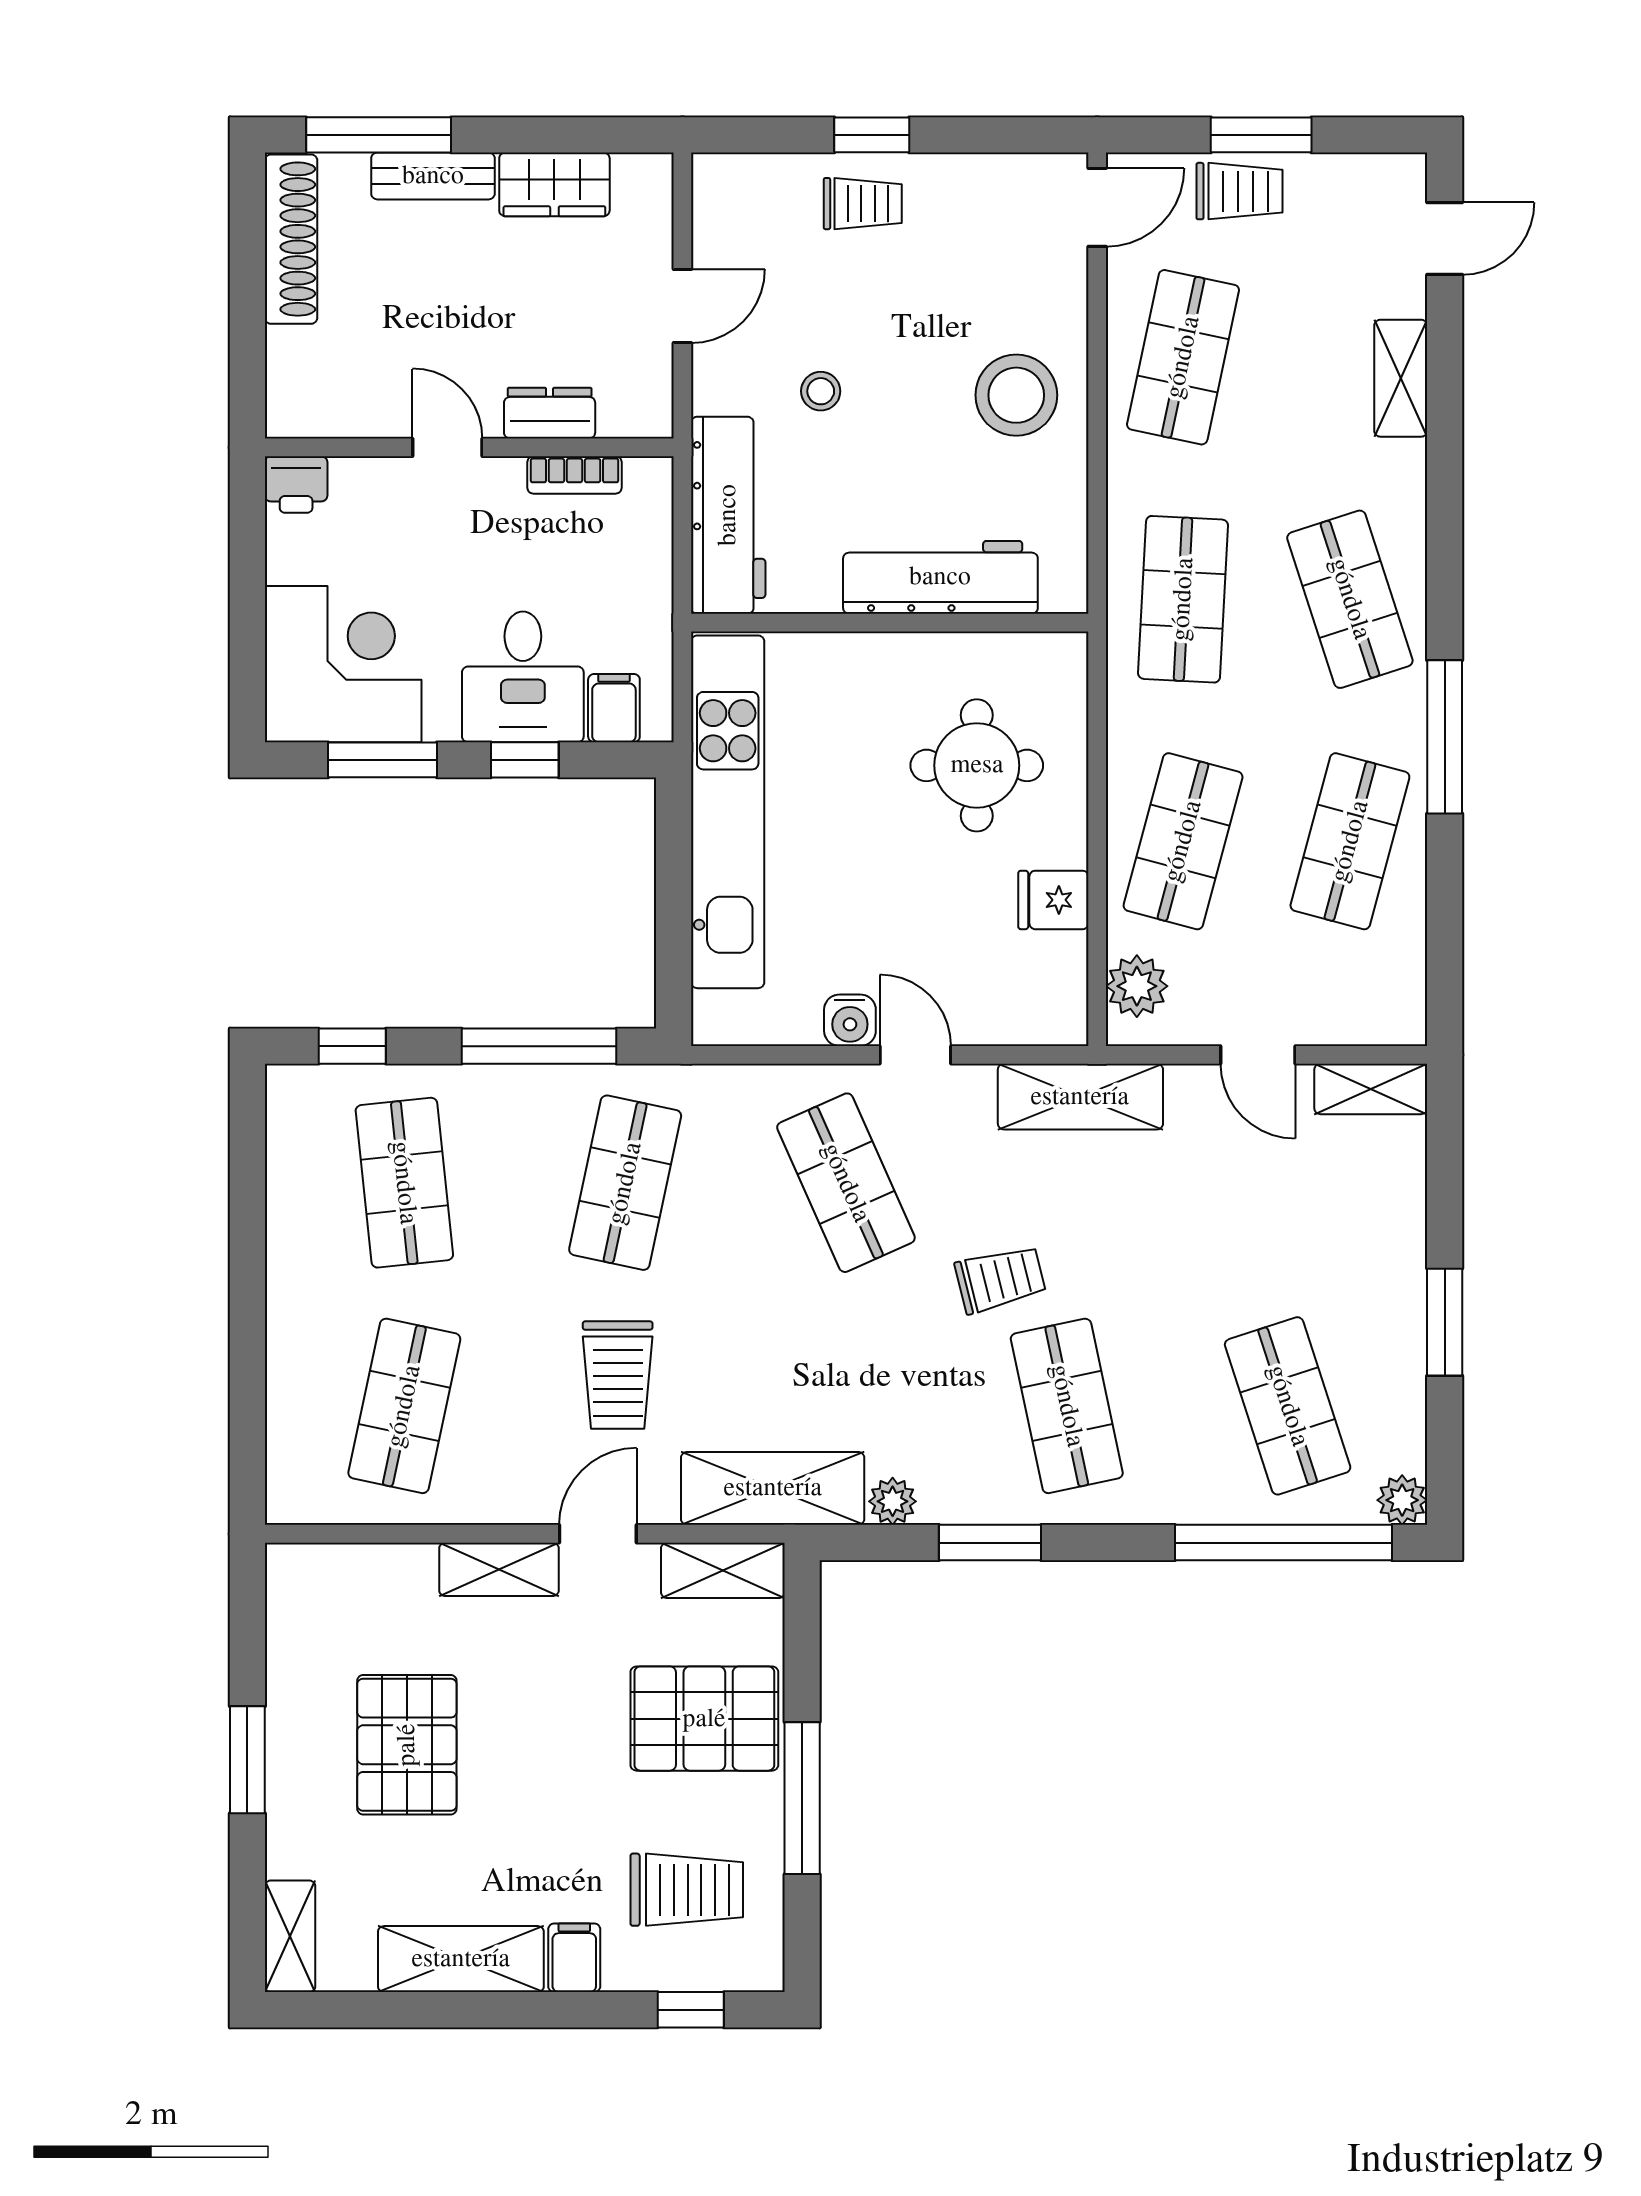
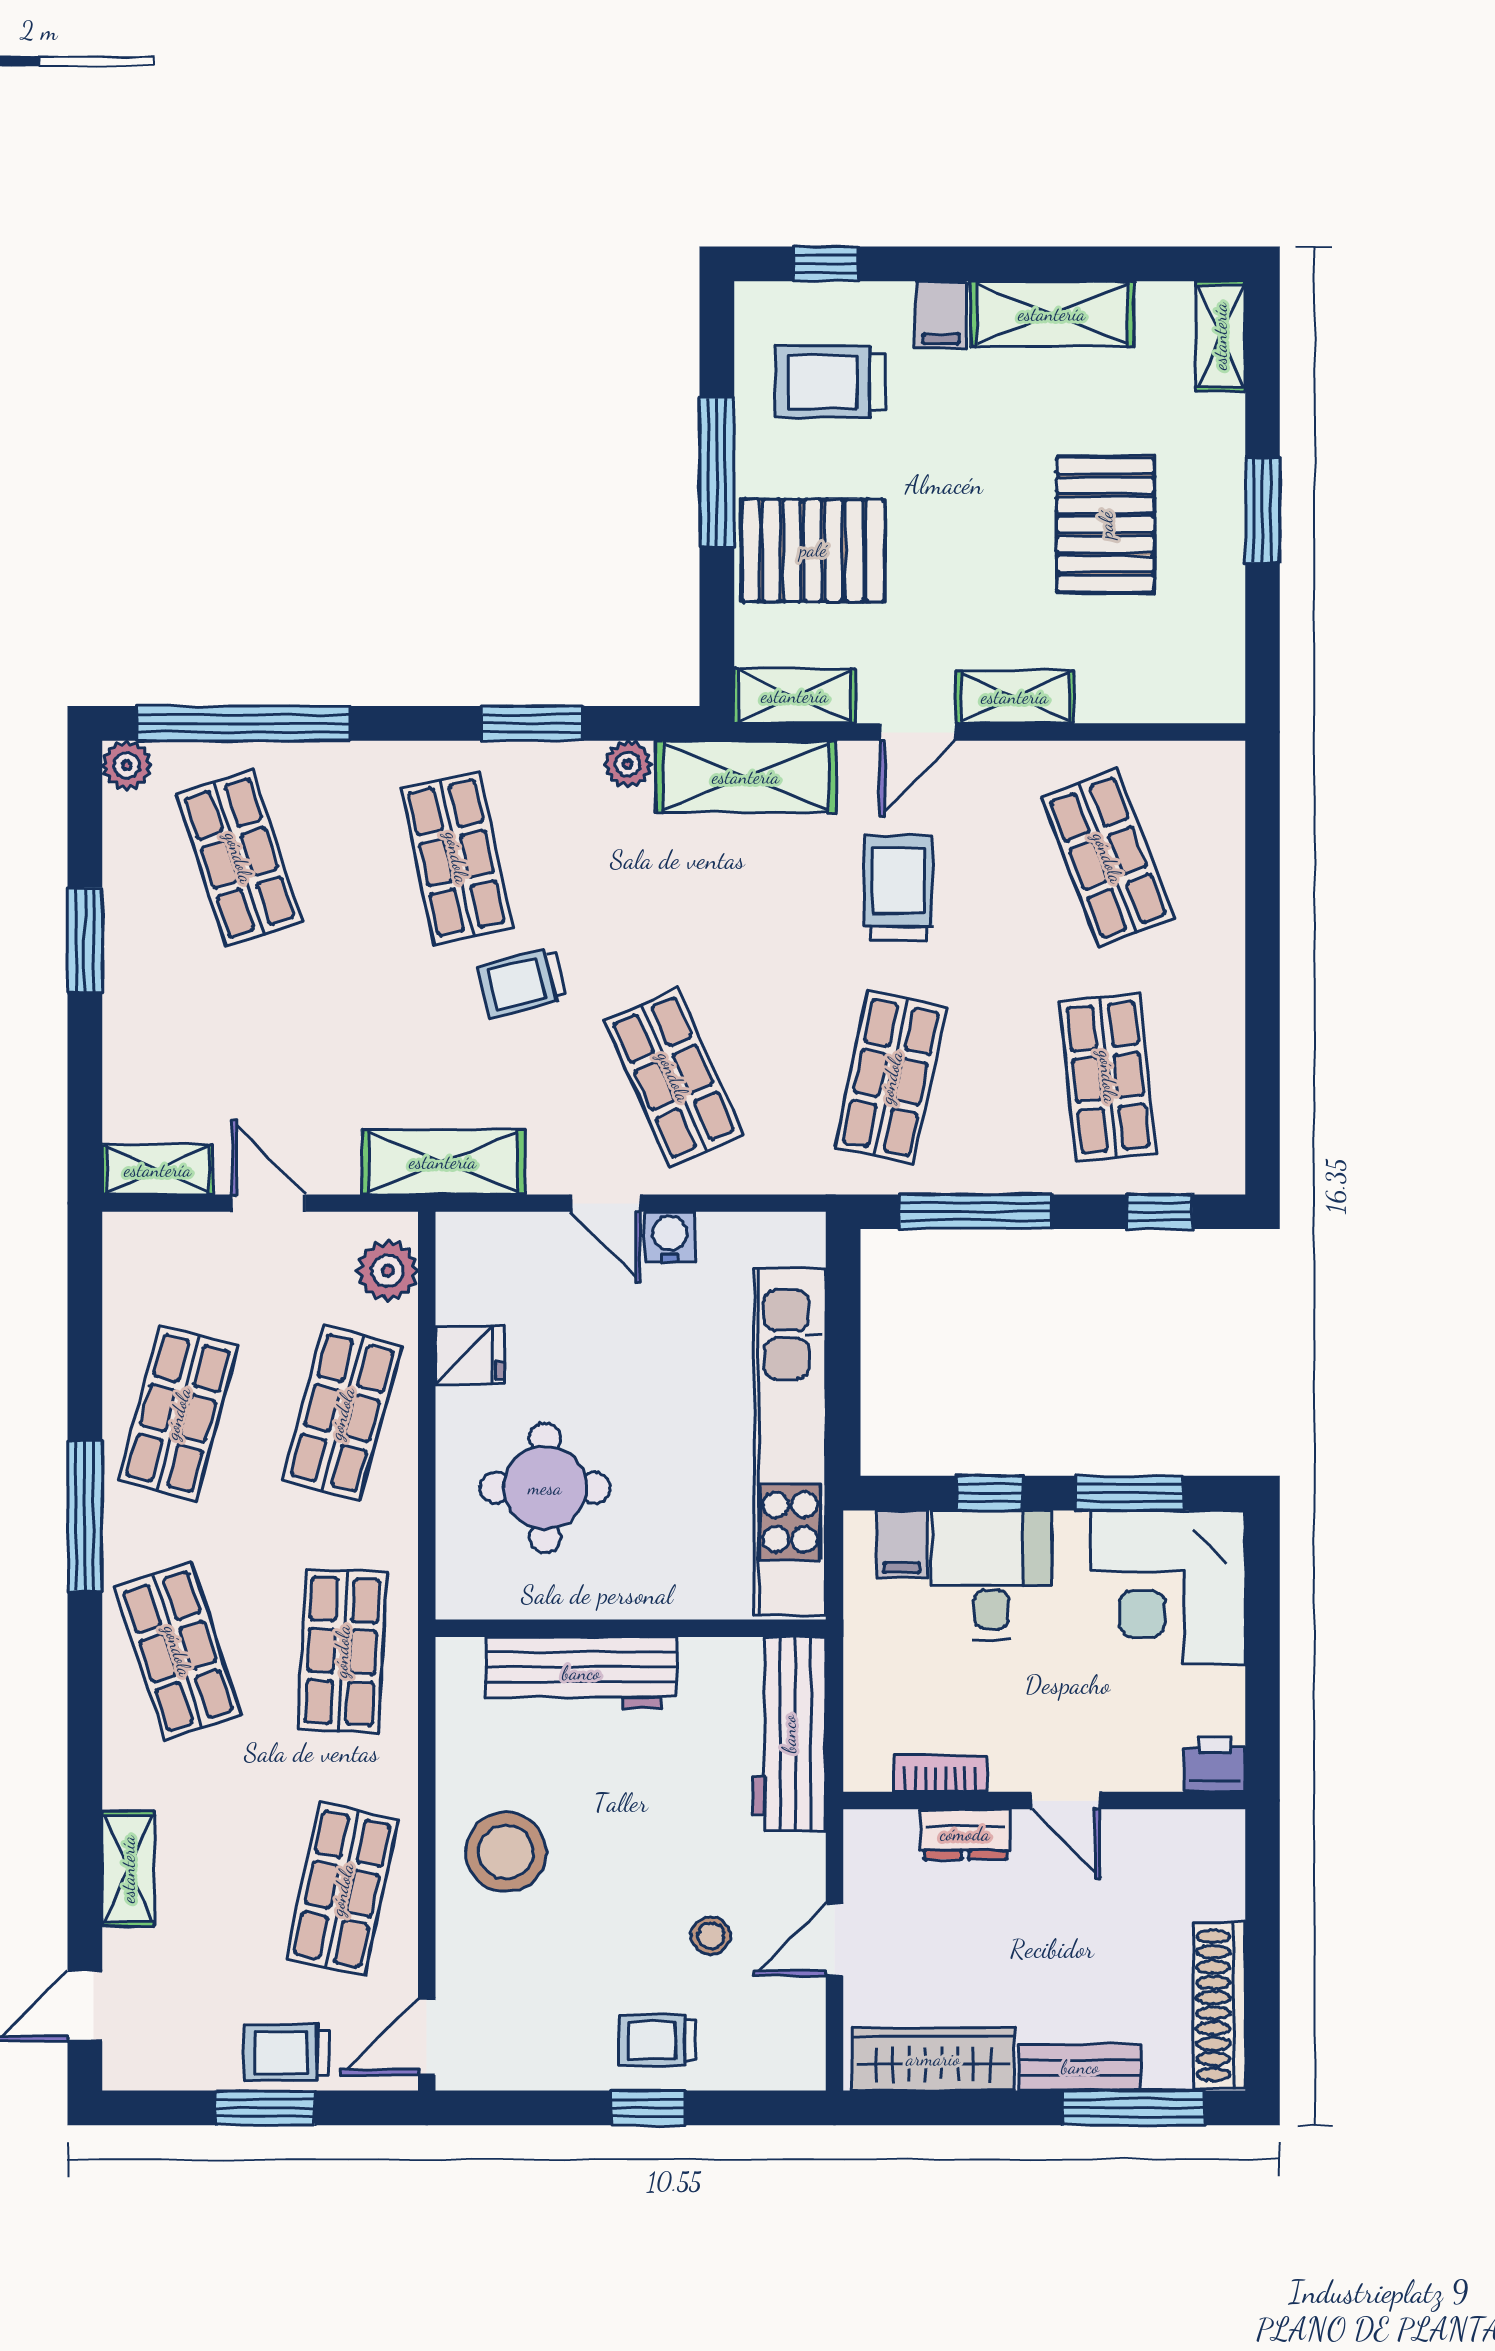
wardrobe: (554, 184) -> (933, 2059), width x1.50
stool: (821, 391) -> (711, 1936), moved
shop shelf: (404, 1406) -> (1108, 858), turned -33

